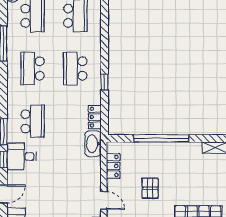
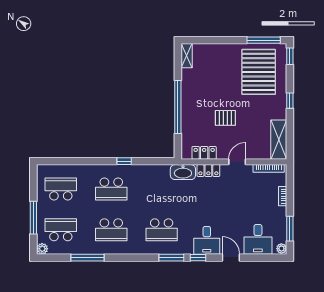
locker: (95, 117) -> (208, 171), moved
school desk: (33, 121) -> (162, 230), turned 180
desk: (22, 156) -> (207, 240), moved

